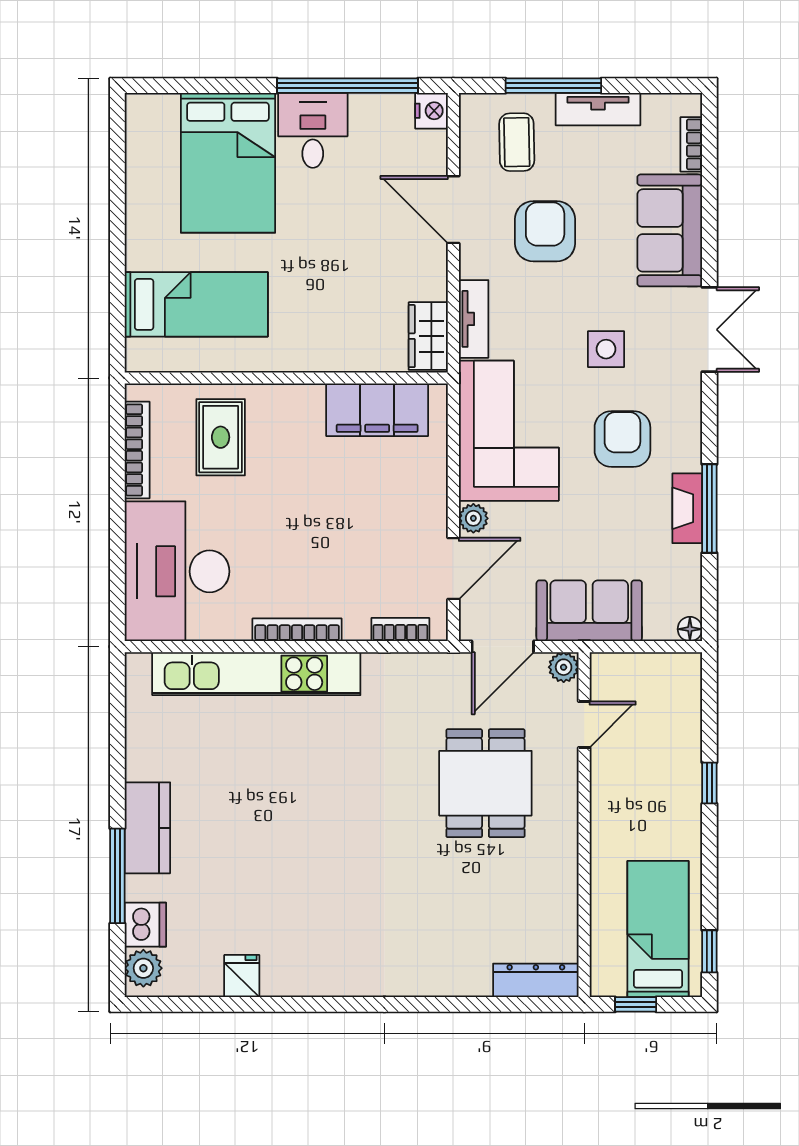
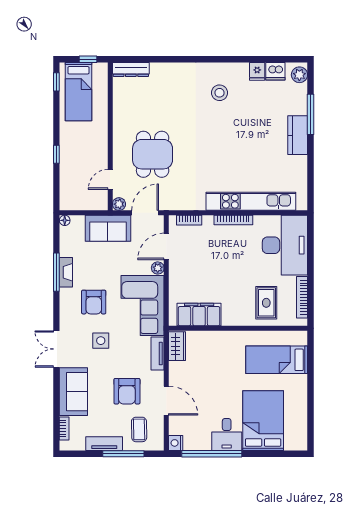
dishwasher: (145, 925) -> (275, 71), moved, turned -90
stool: (329, 926) -> (219, 93), added

